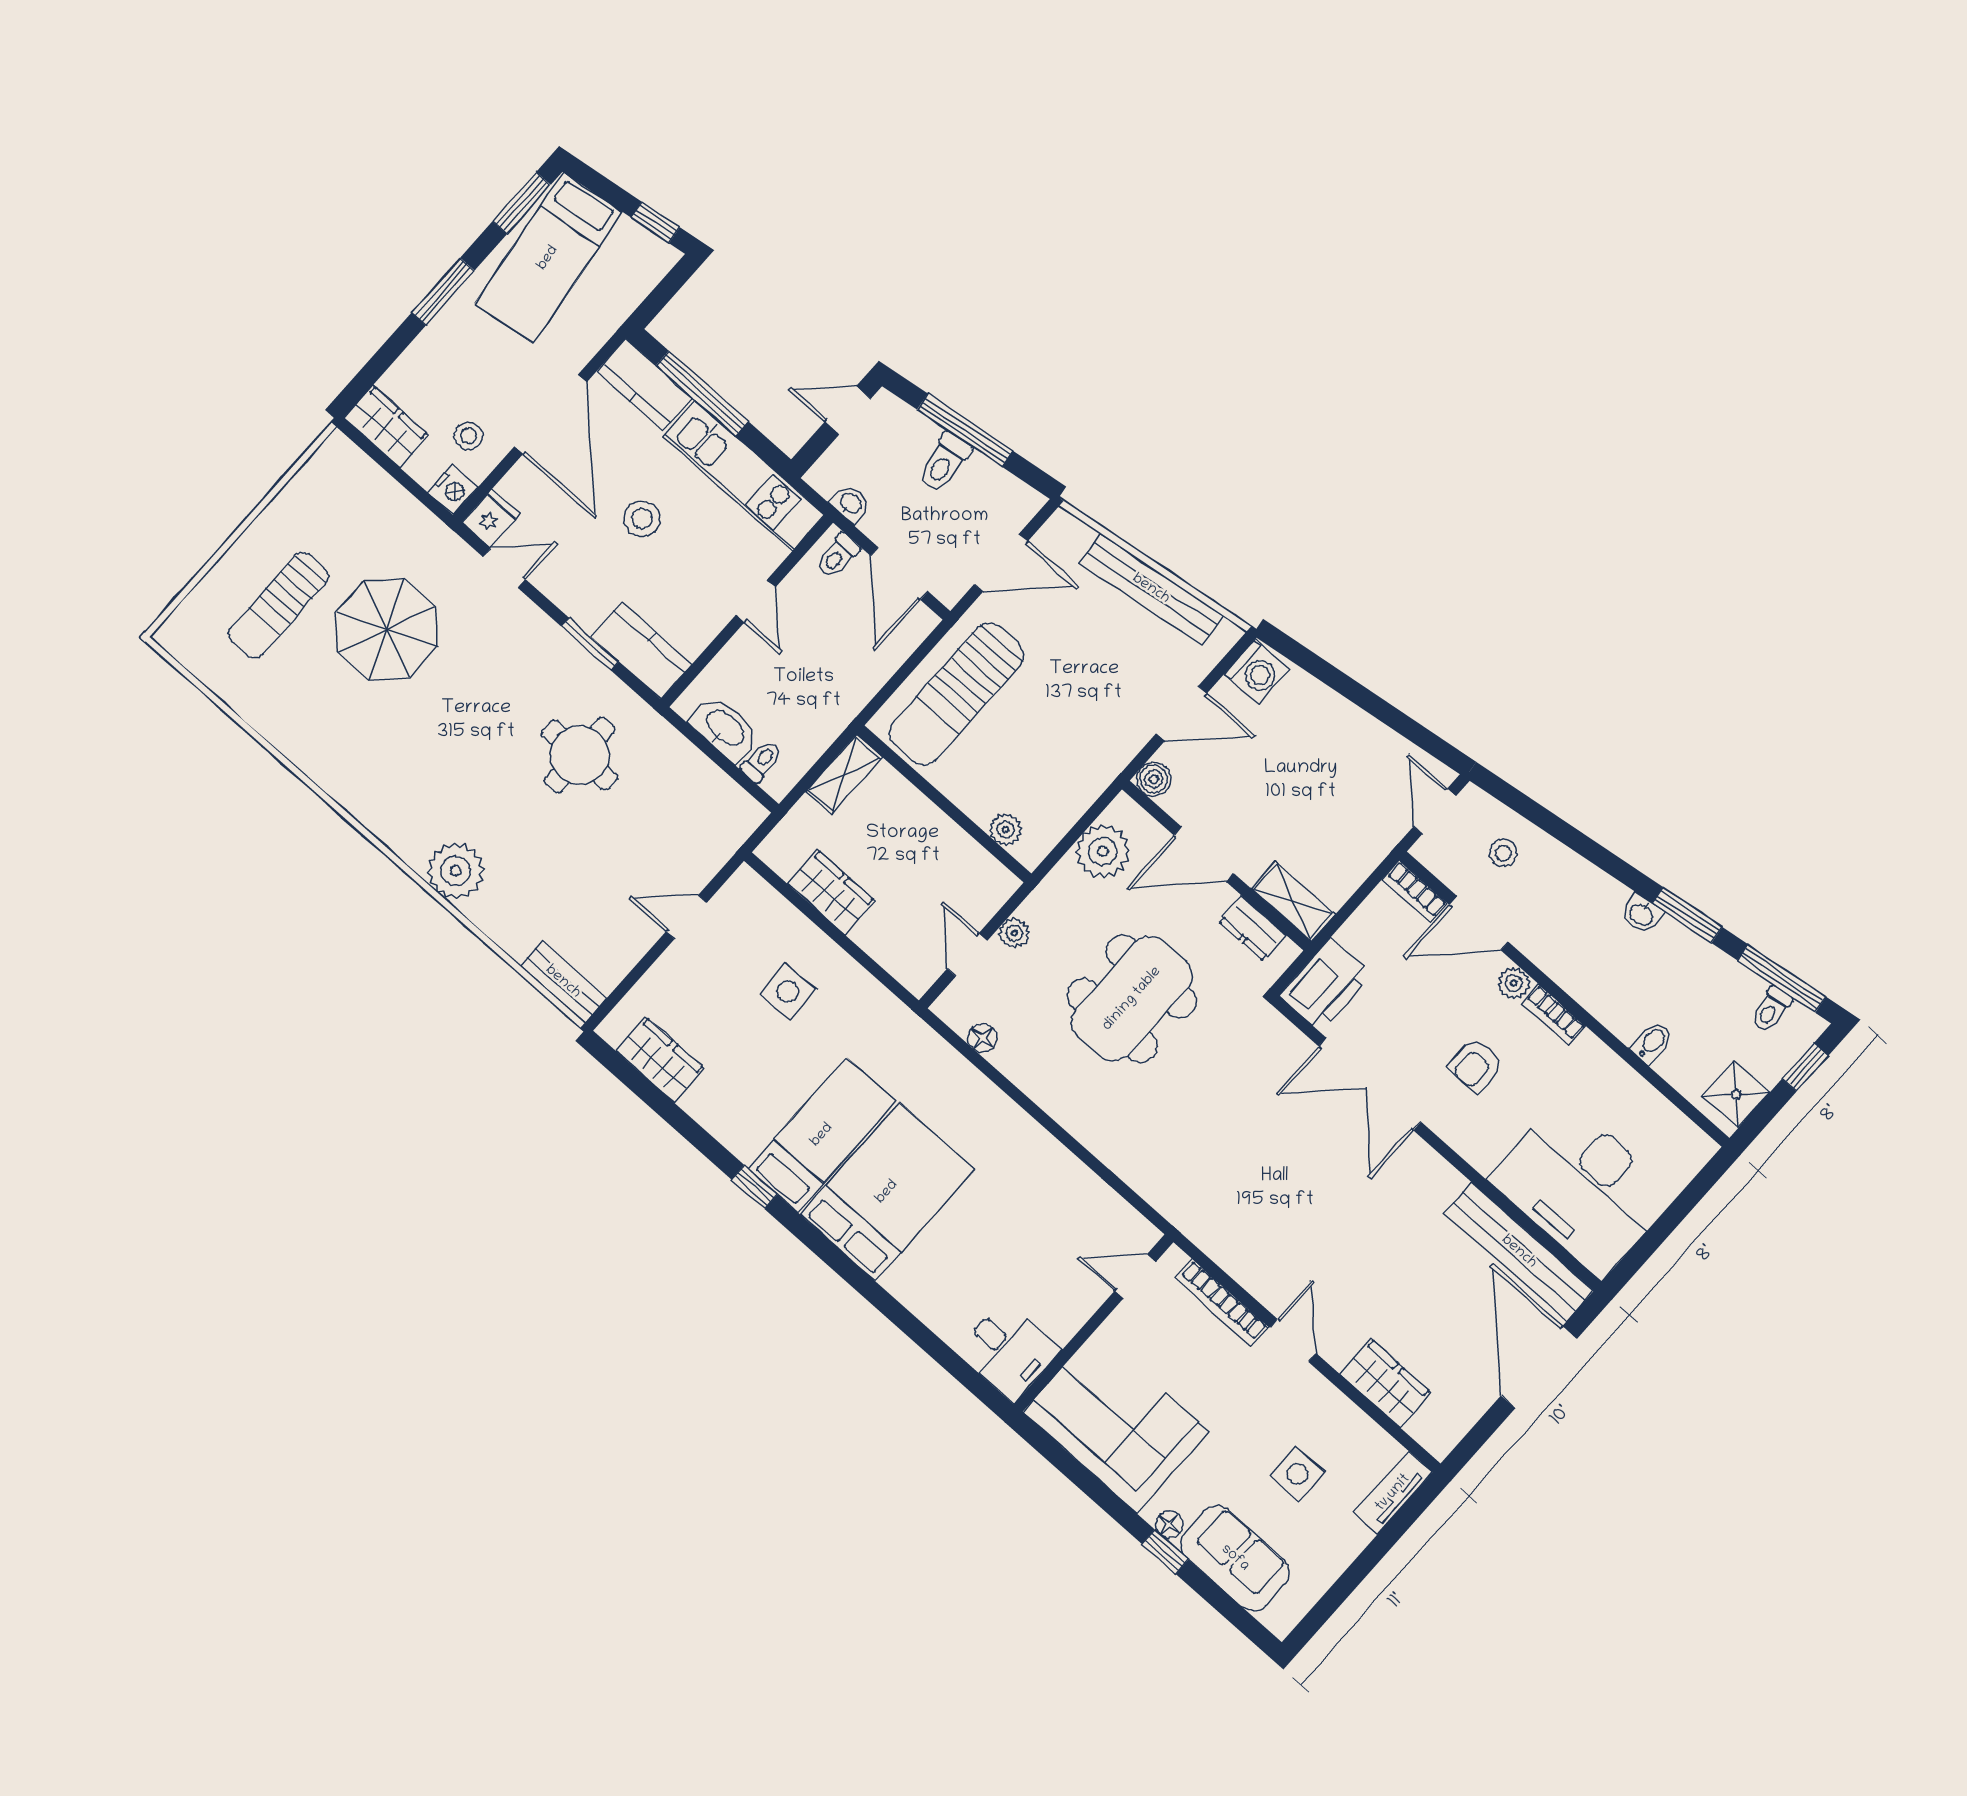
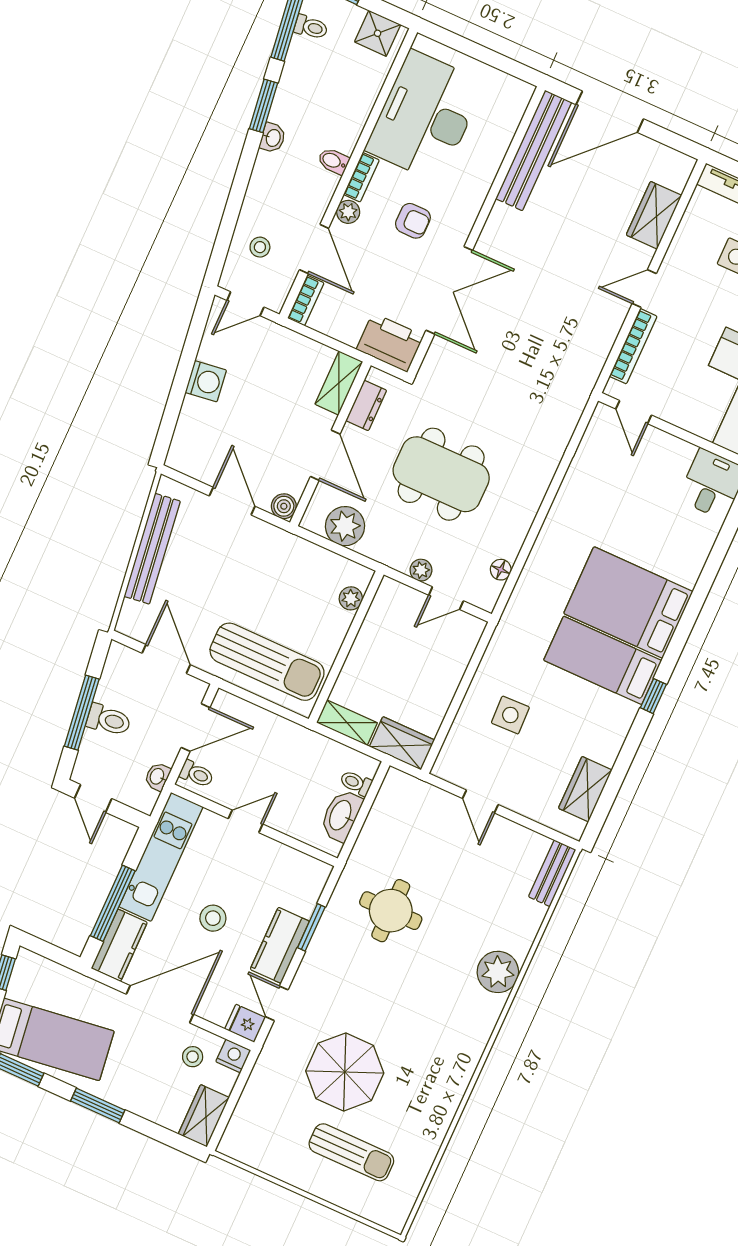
kitchen counter: (641, 650) -> (280, 945), moved
washing machine: (1257, 672) -> (206, 381), moved, turned 82
wardrobe: (831, 892) -> (402, 743), moved, turned 90
bidet: (1652, 1043) -> (333, 161), moved
desk: (1582, 1187) -> (425, 116), moved, turned 180

